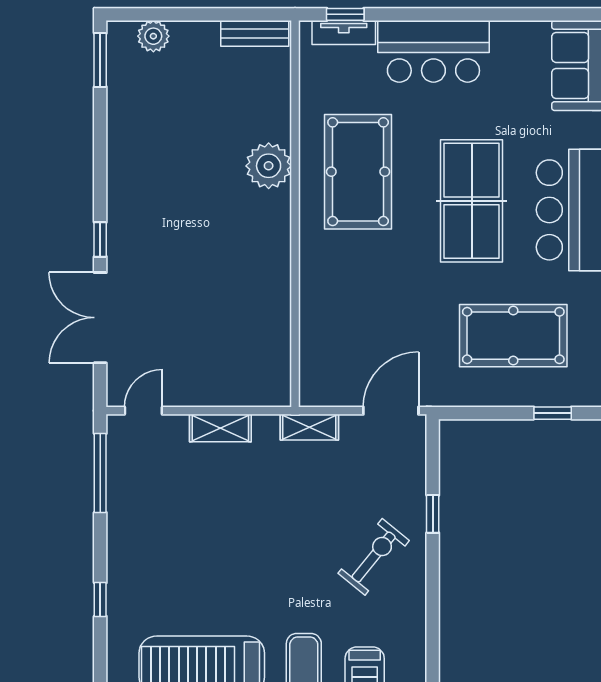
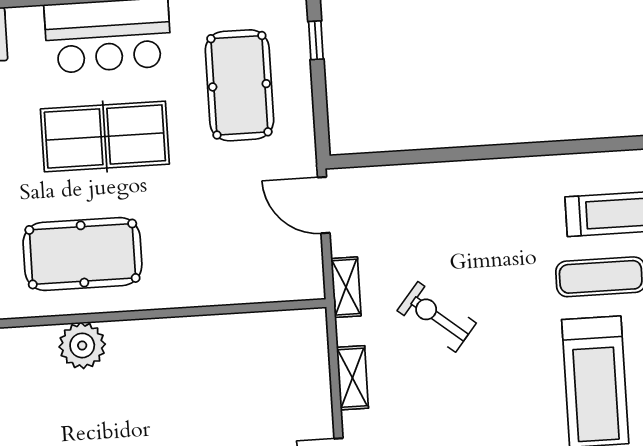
window: (433, 514) -> (426, 156), removed
exercise bike: (374, 557) -> (437, 317), moved

